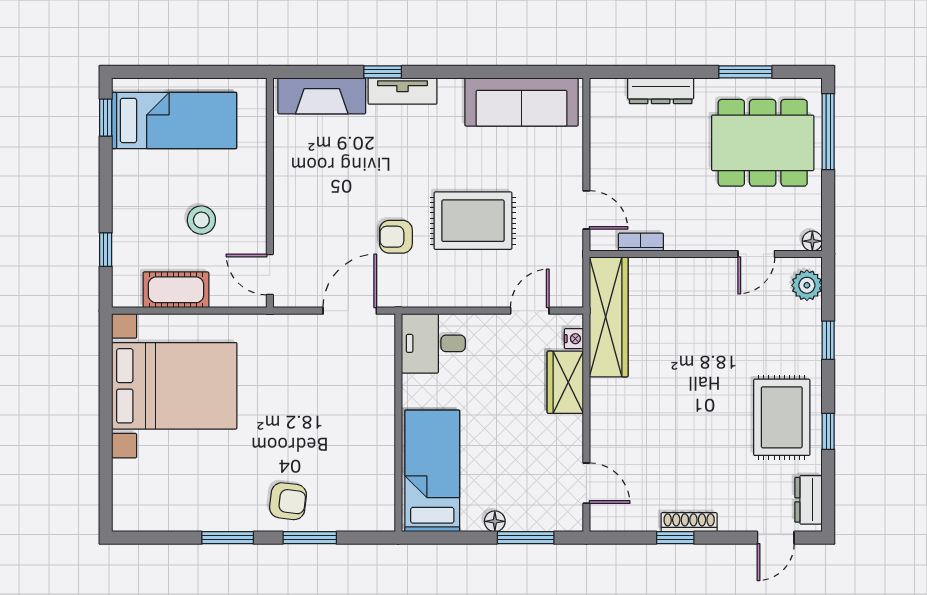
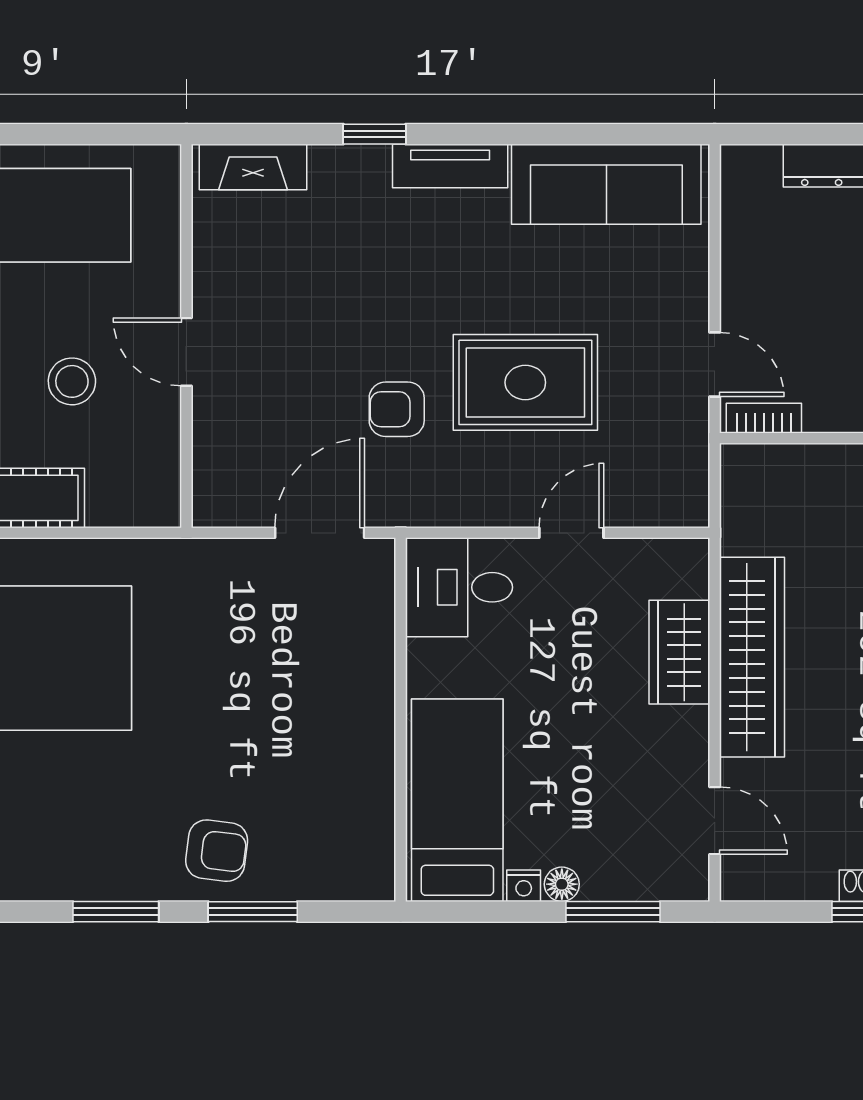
tv unit: (402, 91) -> (450, 166), moved
fireplace: (322, 96) -> (253, 167), width x0.73, depth x0.76
bookcase: (641, 242) -> (764, 418), moved
door: (270, 274) -> (186, 352), moved
door: (530, 311) -> (571, 533), moved
wardrobe: (609, 317) -> (752, 657), moved
nightstand: (574, 339) -> (524, 886), moved, turned 90

